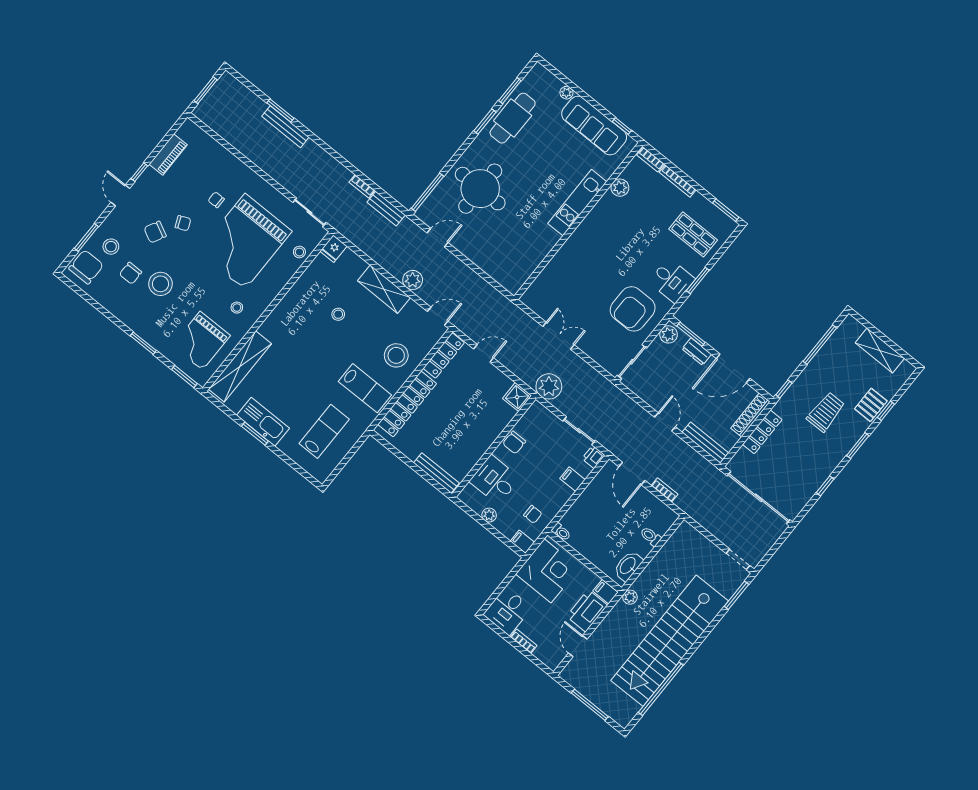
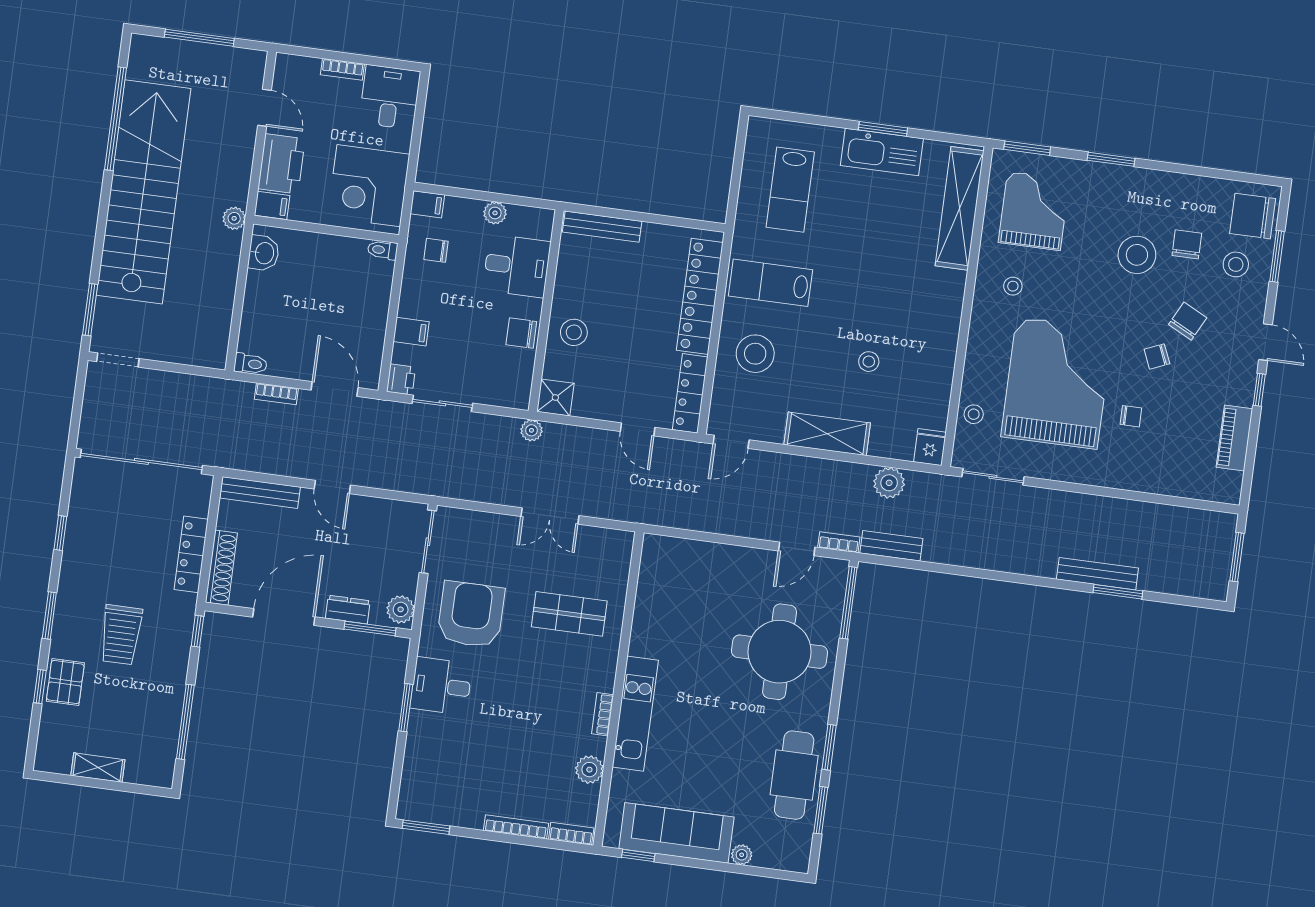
bookcase: (362, 186) -> (839, 542), moved
bookcase: (595, 213) -> (603, 714), added
shop shelf: (693, 234) -> (569, 614), moved
chair: (86, 267) -> (1253, 216), turned 90
plant: (413, 280) -> (889, 483), moved
shelving: (880, 351) -> (98, 768), width x0.67, depth x0.75
door: (484, 353) -> (638, 429), hinge flipped
plant: (549, 386) -> (531, 430), width x0.53, depth x0.53
stool: (486, 426) -> (574, 332), added
chair: (514, 442) -> (521, 333), turned -90
toilet: (651, 536) -> (251, 364), moved
washbasin: (628, 566) -> (264, 253), width x0.72

